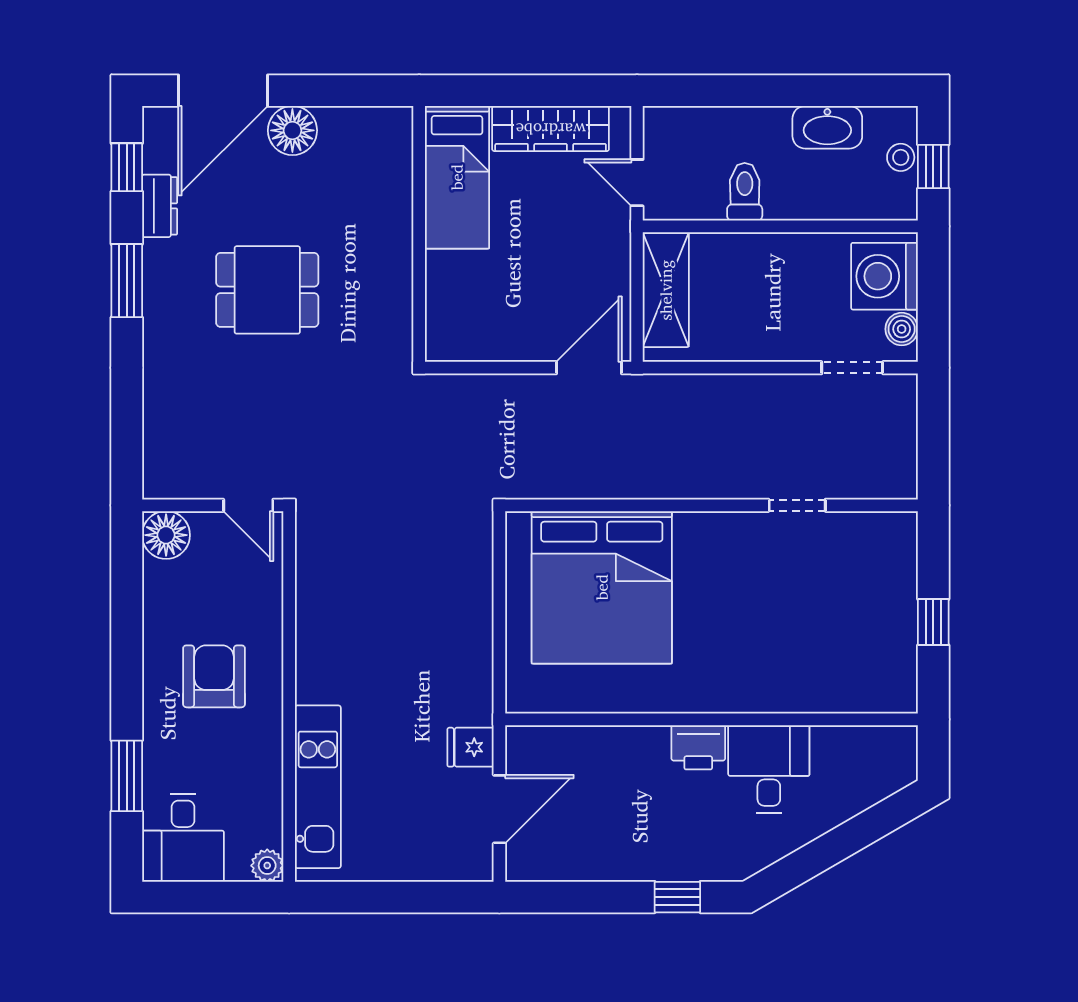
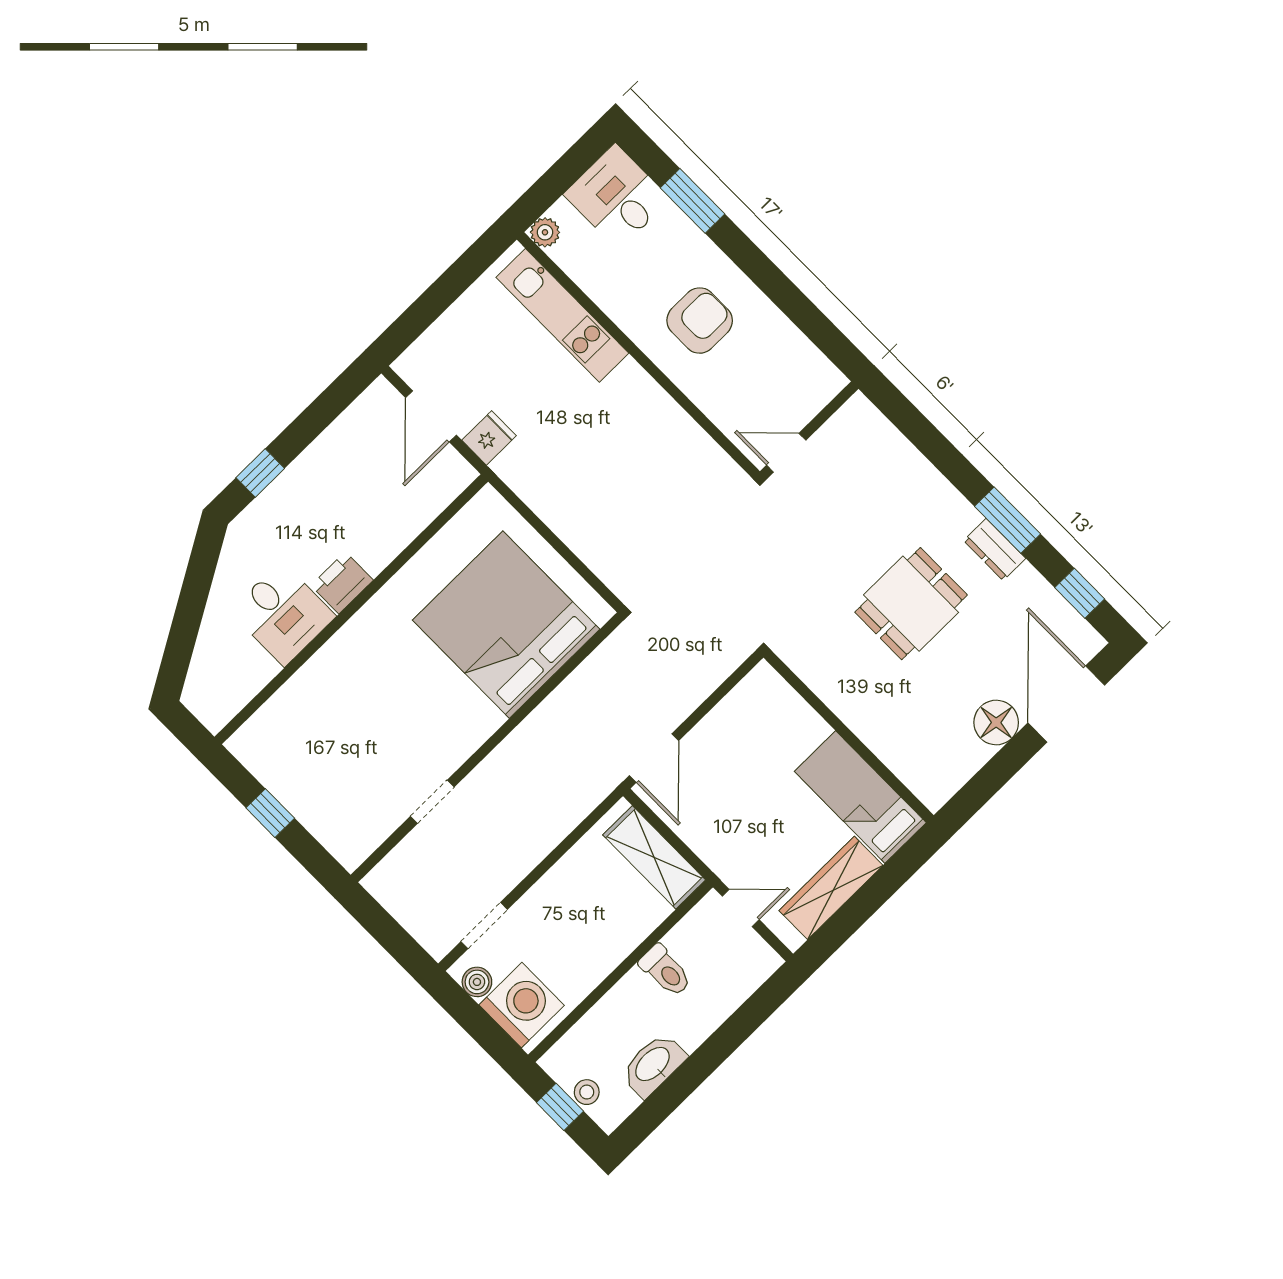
dresser: (160, 206) -> (995, 550), moved
floor lamp: (166, 535) -> (820, 381), removed
armchair: (214, 676) -> (700, 321), turned -90

